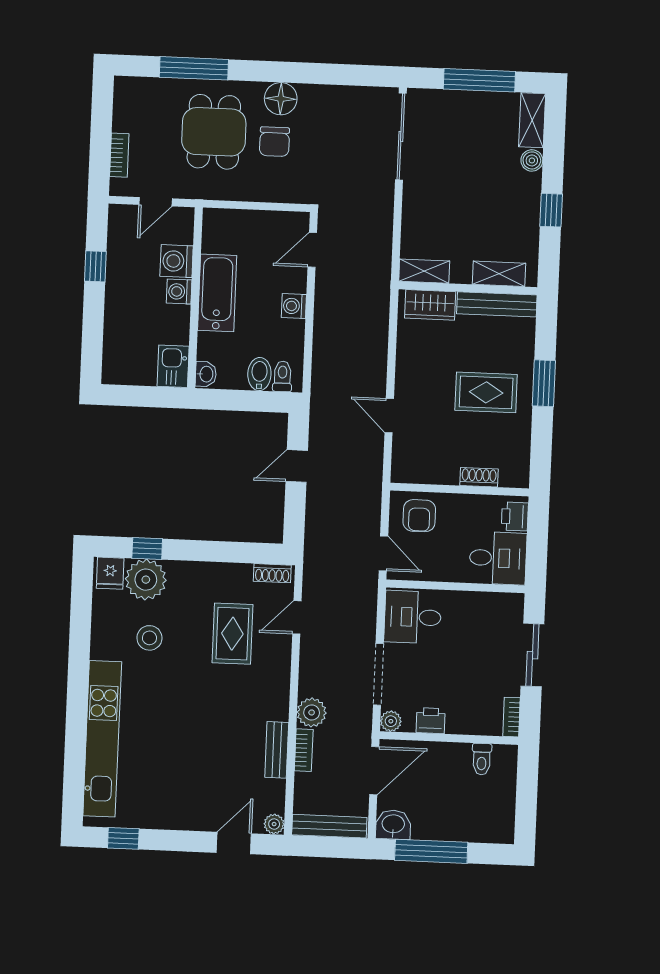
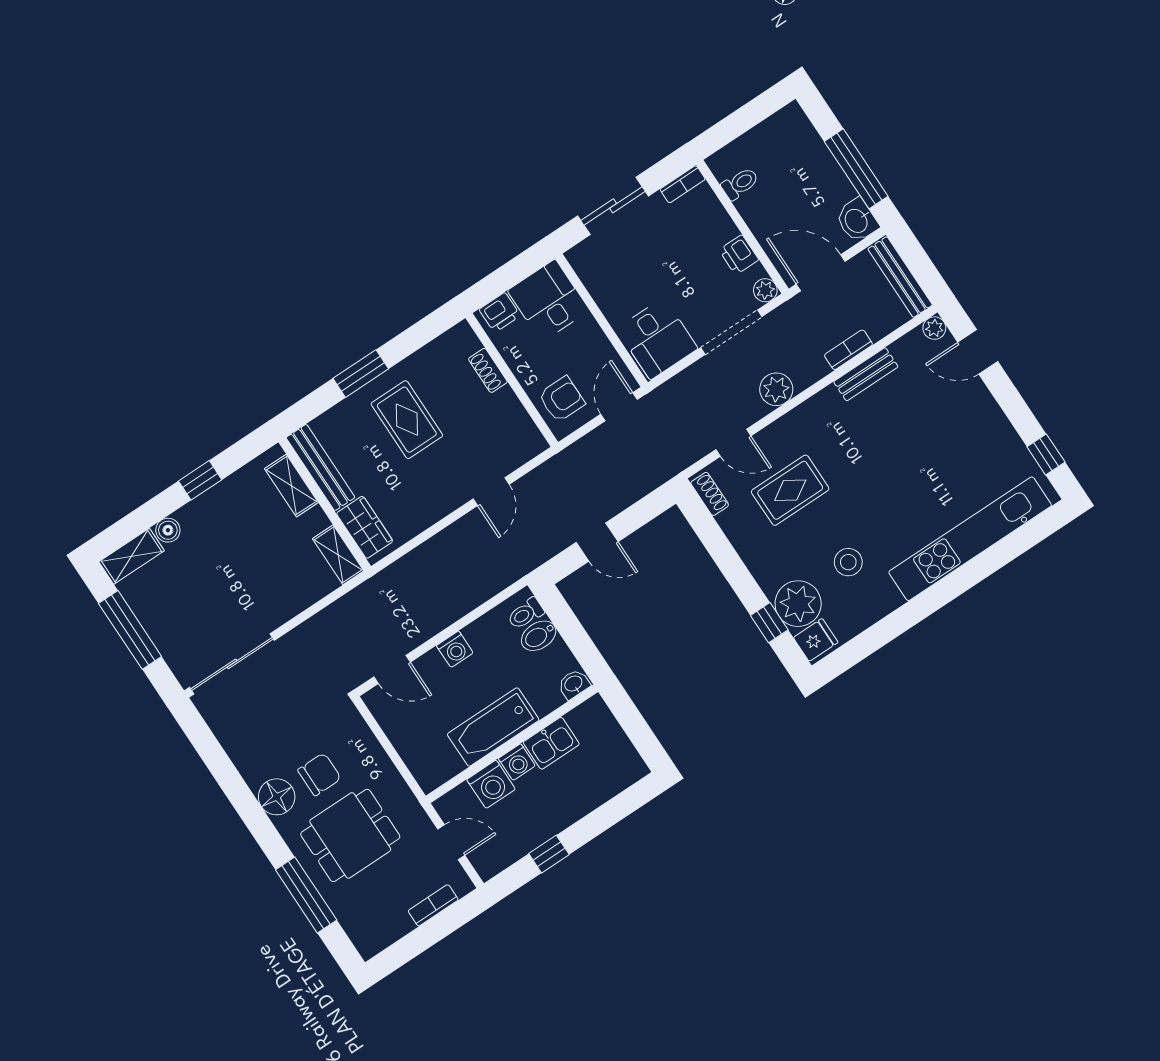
kitchen sink: (173, 366) -> (551, 743), moved
plant: (312, 712) -> (776, 389), moved

